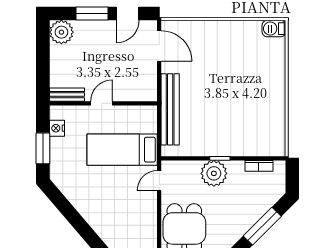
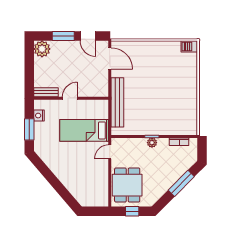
door: (128, 14) -> (88, 36), hinge flipped
plant: (214, 173) -> (152, 143), width x0.53, depth x0.53

